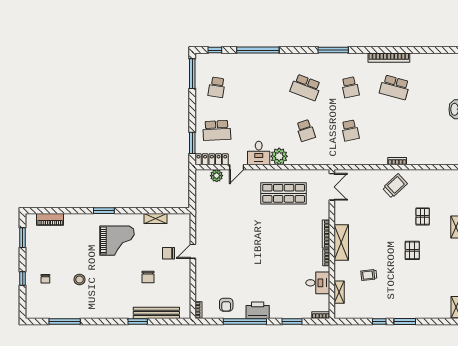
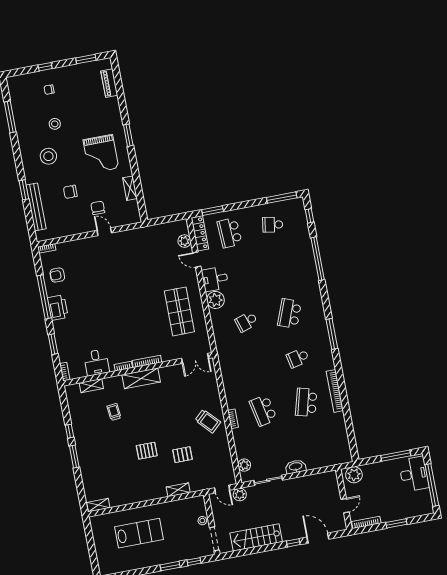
school desk: (350, 130) -> (263, 410), moved, width x1.85
plant: (444, 159) -> (244, 465), added
stool: (110, 292) -> (48, 156), added

